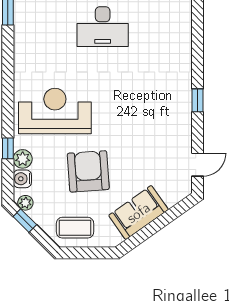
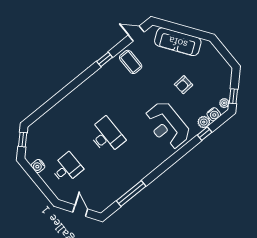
armchair: (88, 171) -> (184, 85), width x0.53, depth x0.53
sofa: (139, 213) -> (178, 42), width x1.36
coffee table: (75, 228) -> (131, 62), moved

